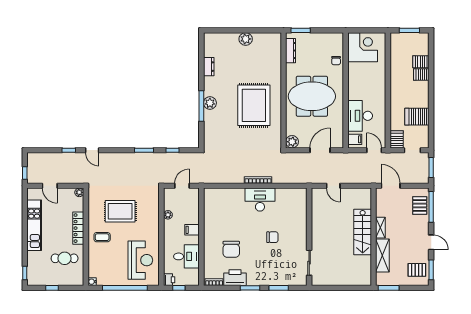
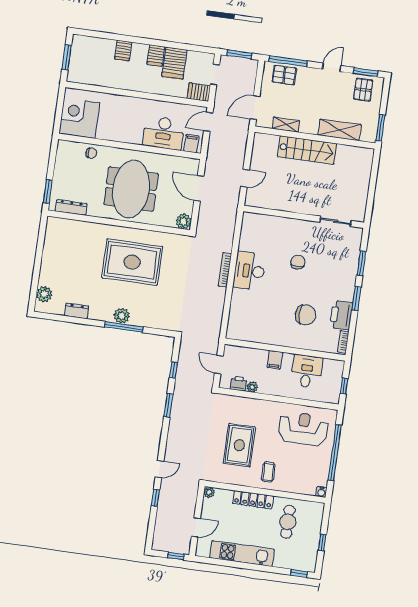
plant: (246, 39) -> (44, 294), moved
server rack: (421, 62) -> (156, 56), moved
shelving: (380, 228) -> (286, 125), moved
printer: (169, 280) -> (238, 384), moved

